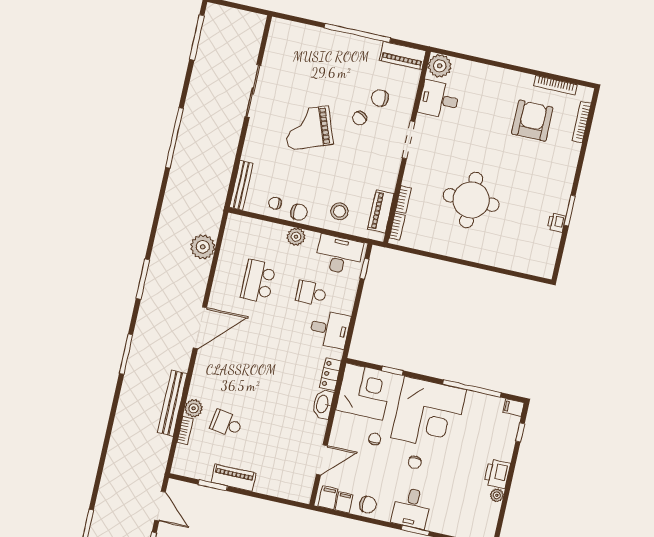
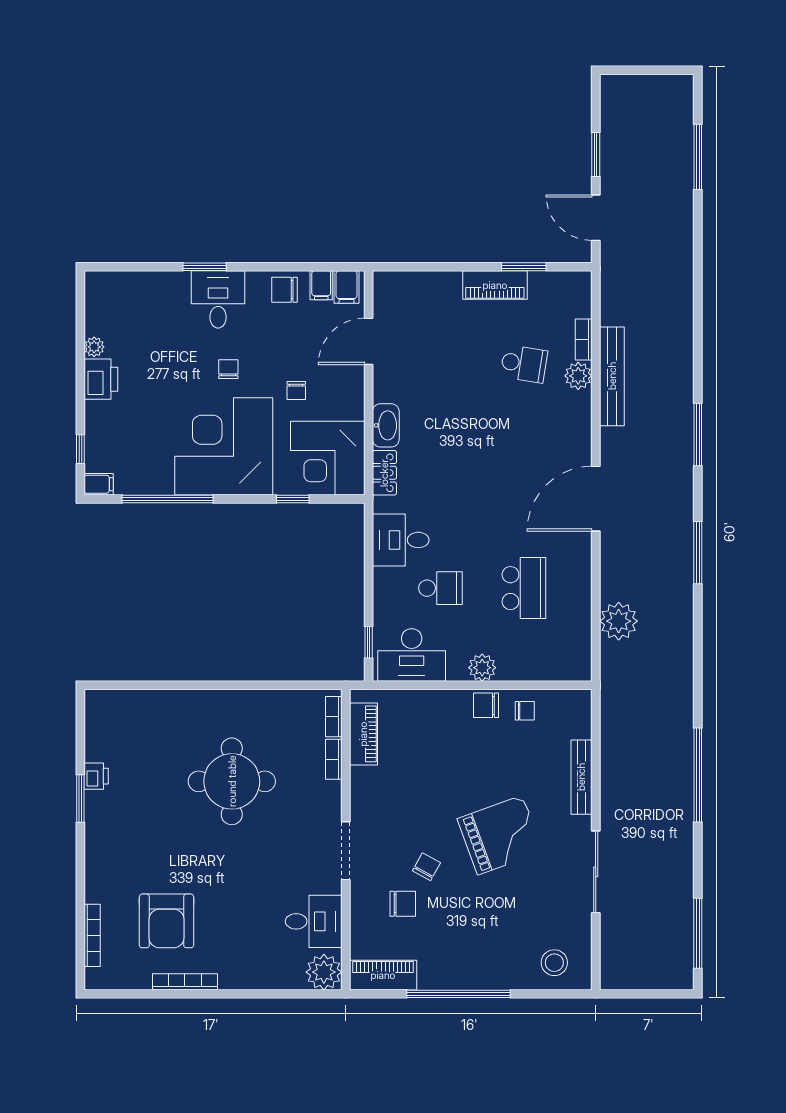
bookcase: (555, 85) -> (185, 982), moved
bench: (241, 185) -> (581, 777), moved
stool: (339, 211) -> (554, 963), moved

